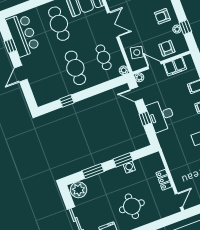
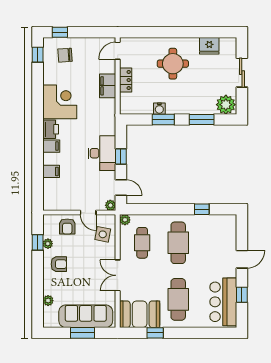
filing cabinet: (175, 66) -> (108, 86), moved, turned -90

